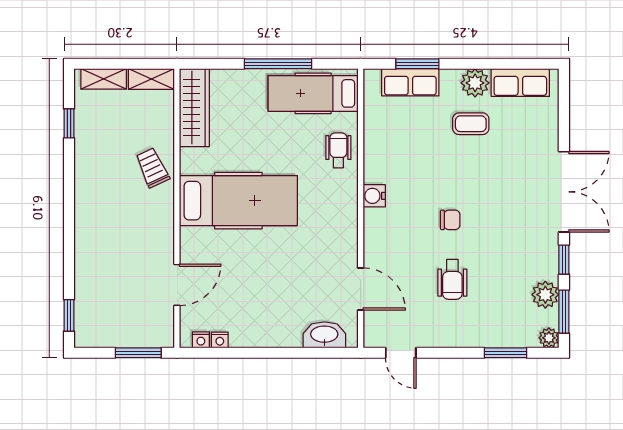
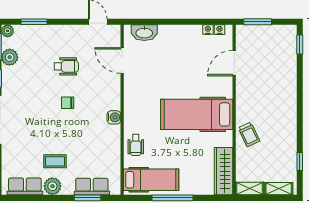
wheelchair: (452, 279) -> (66, 66), turned 90

